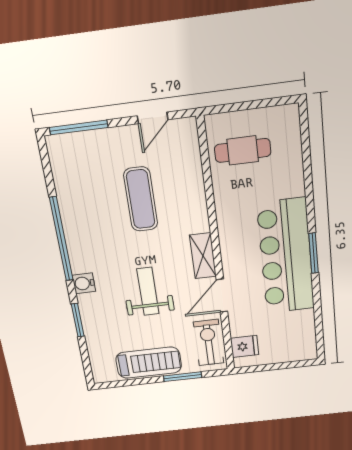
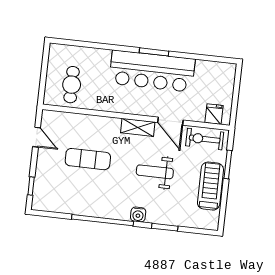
window: (79, 127) -> (31, 186), width x0.46

